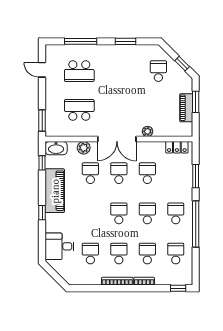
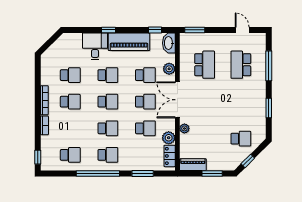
door: (42, 70) -> (242, 30), hinge flipped
piano: (186, 108) -> (193, 165), moved
plant: (157, 148) -> (169, 138), added
desk: (60, 246) -> (95, 46), moved
school desk: (147, 254) -> (108, 75), moved

